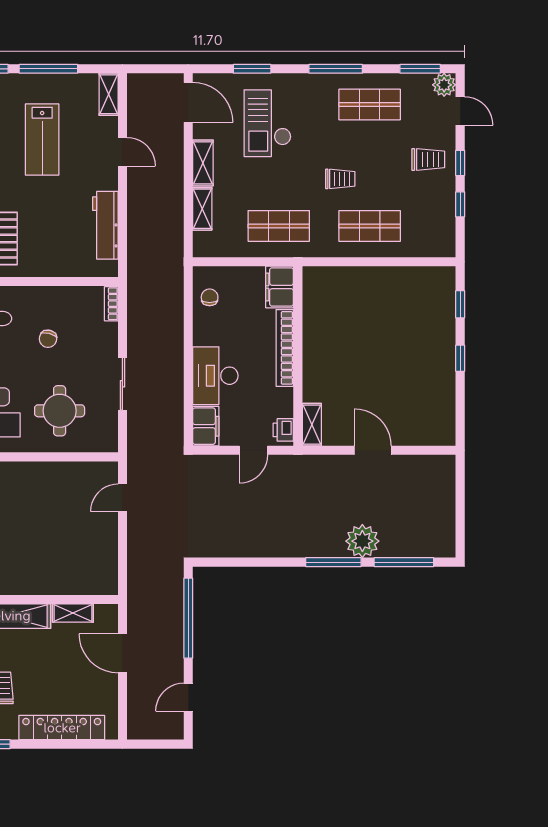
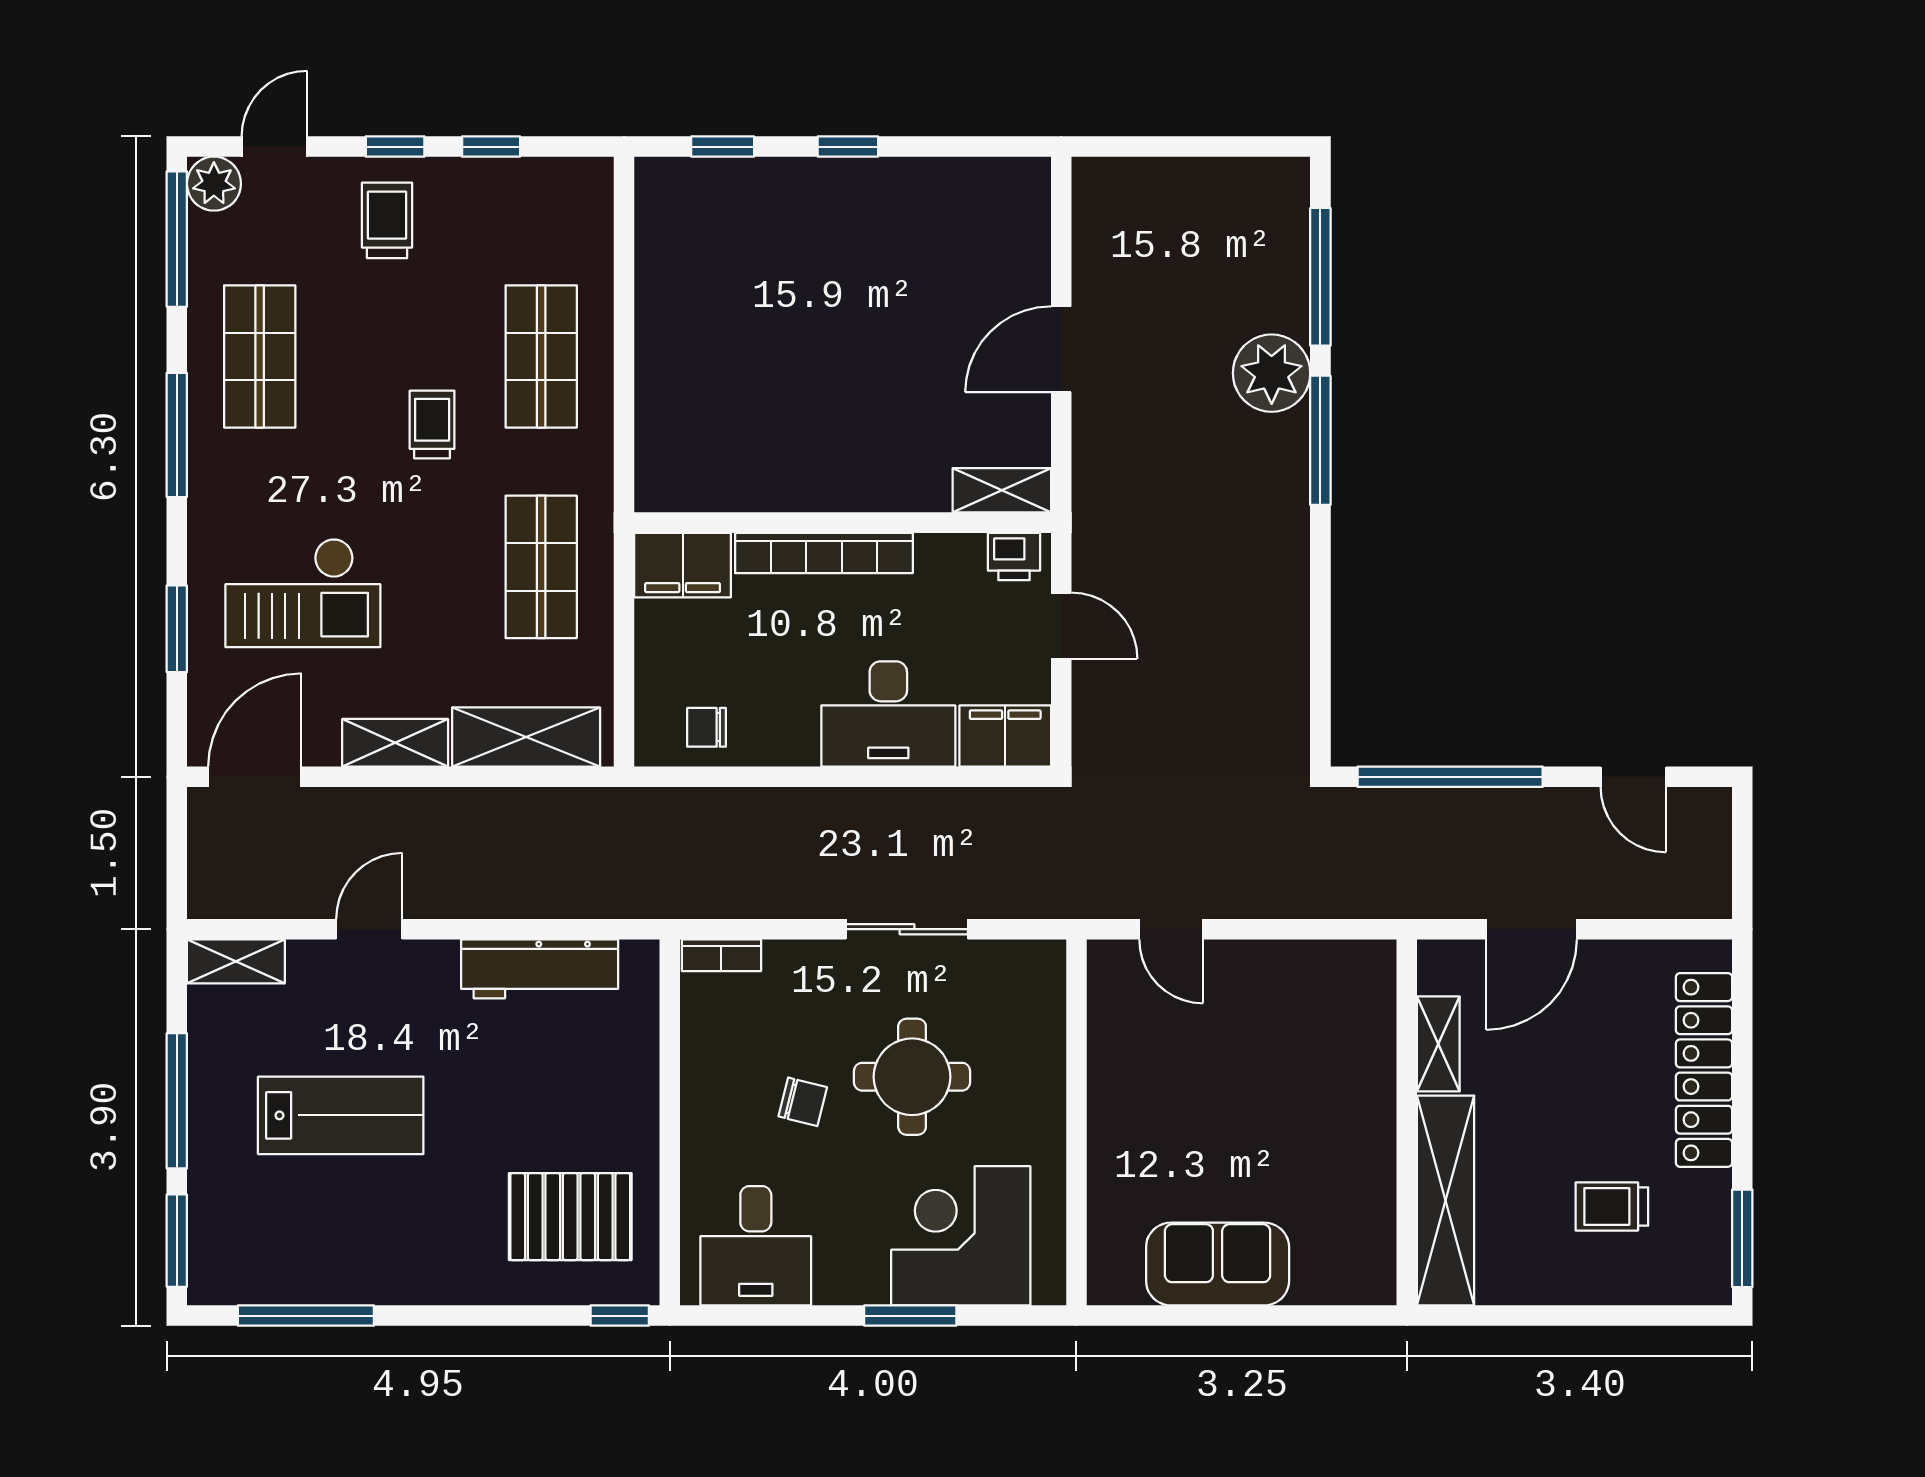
window: (420, 69) -> (177, 239), width x1.44
shelving: (202, 209) -> (526, 737), width x1.50, depth x1.33
round table: (60, 411) -> (912, 1077), moved

